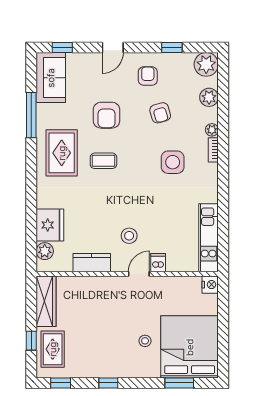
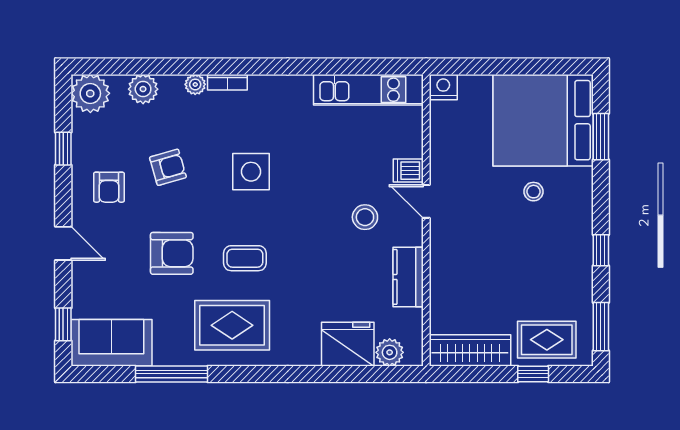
armchair: (148, 76) -> (109, 187), turned -90
coffee table: (103, 161) -> (245, 258), turned 90
side table: (173, 162) -> (251, 172), moved
window: (61, 383) -> (601, 327), width x1.50

